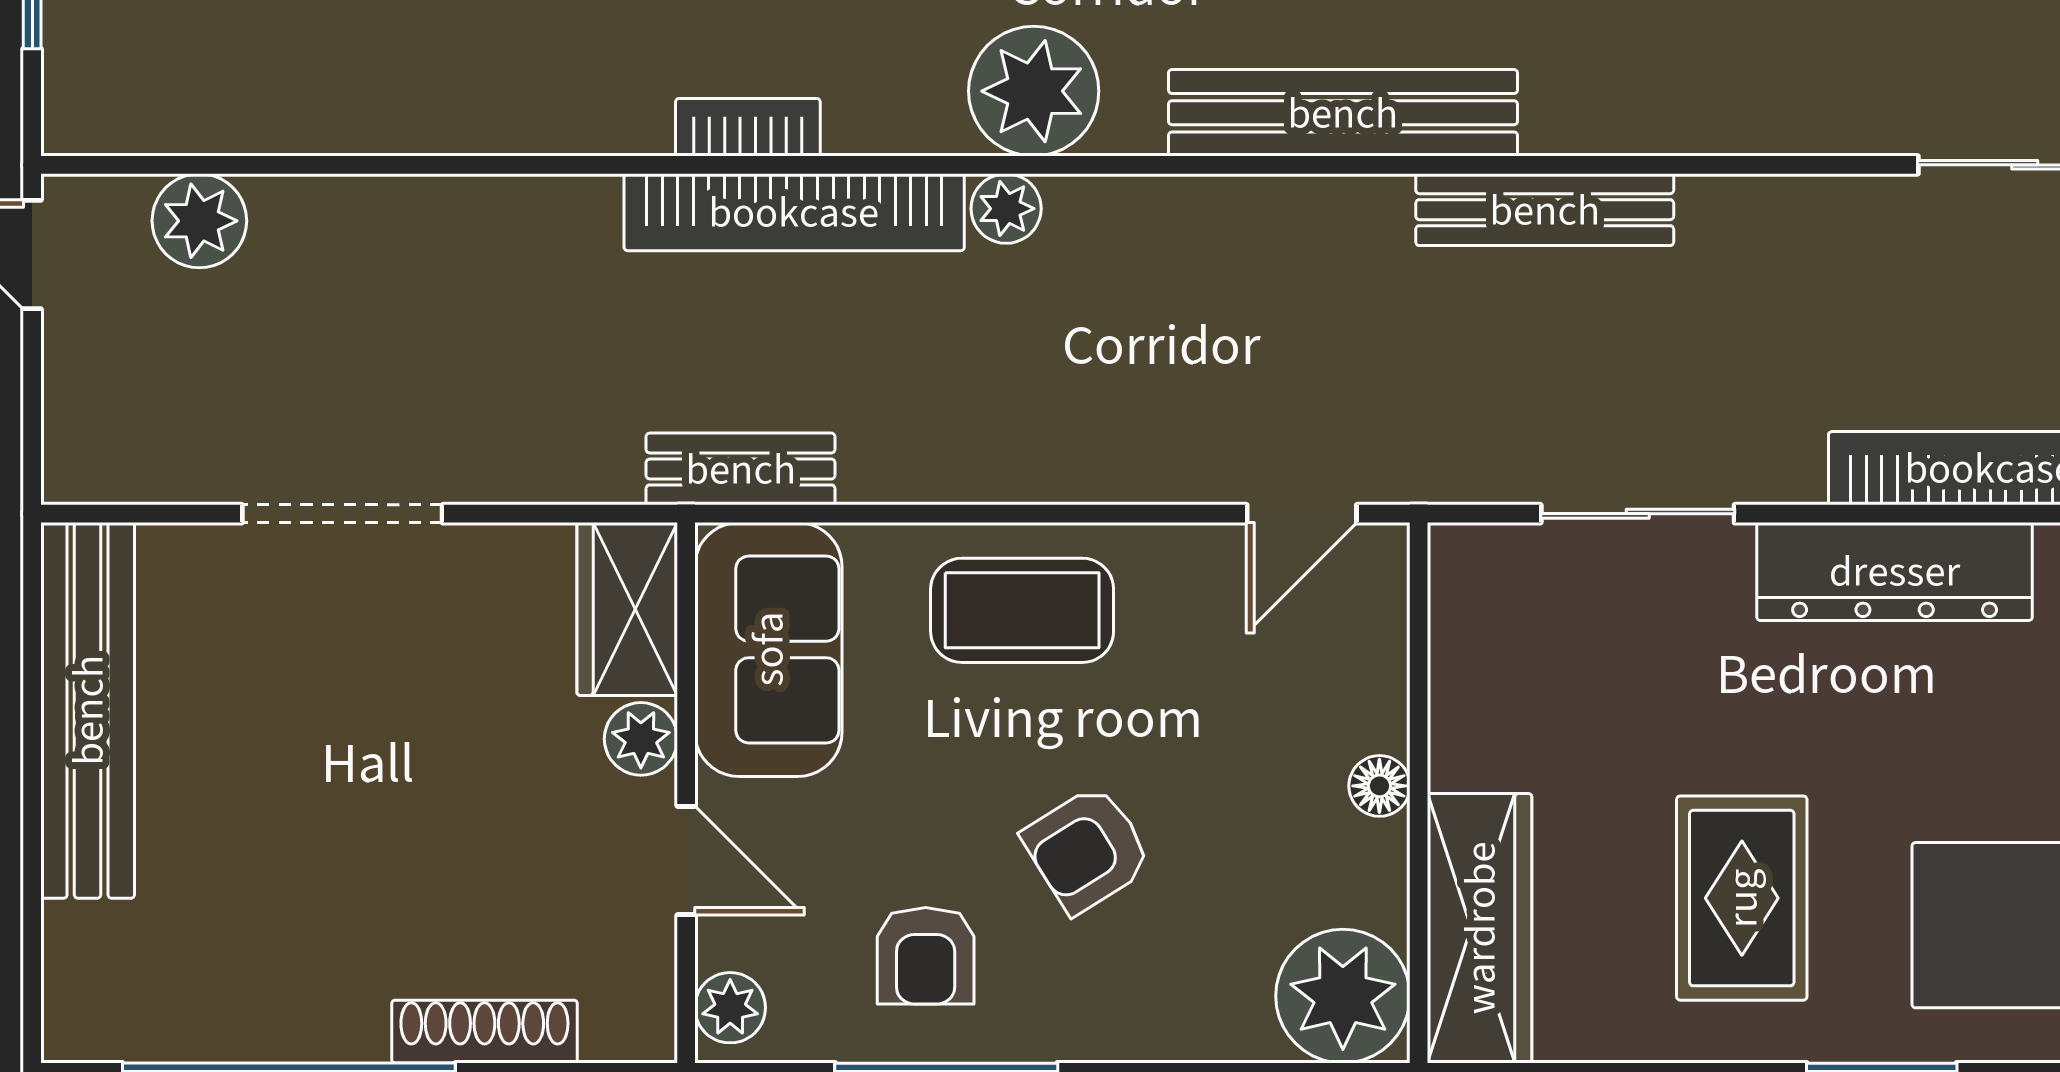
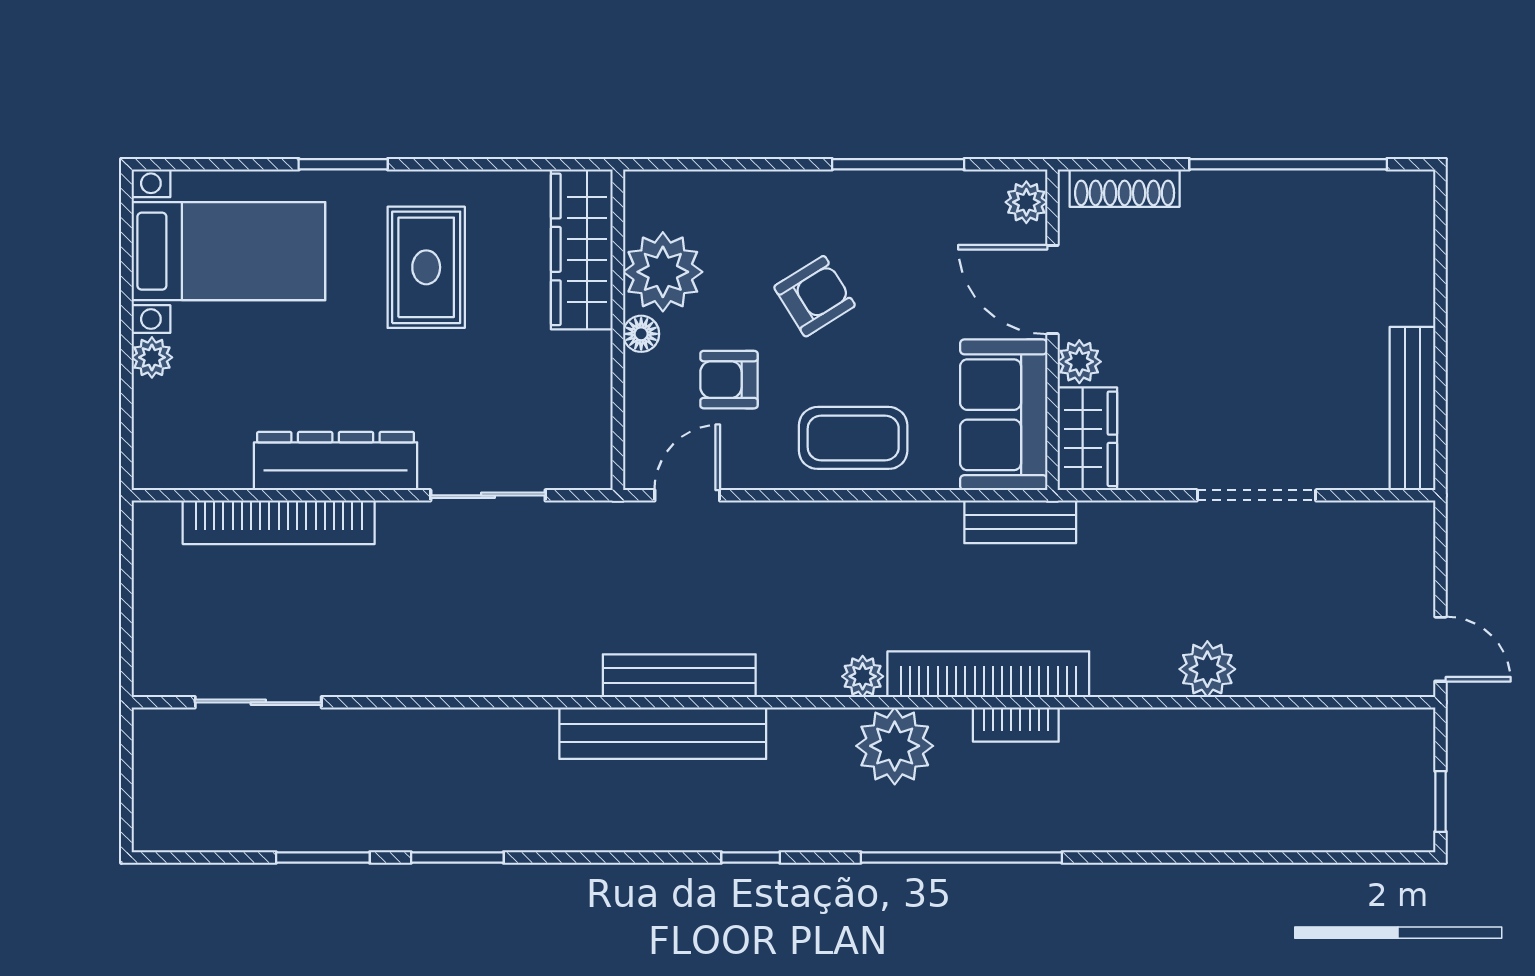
plant: (1034, 91) -> (895, 746), moved
bench: (1545, 210) -> (679, 676), moved
plant: (199, 221) -> (1207, 669), moved
bench: (88, 710) -> (1412, 409), width x0.73, depth x0.82
door: (686, 861) -> (1052, 290), width x1.38
armchair: (926, 956) -> (729, 380), moved, turned -90
plant: (1343, 996) -> (663, 272), moved
shoe rack: (484, 1032) -> (1125, 188), moved

